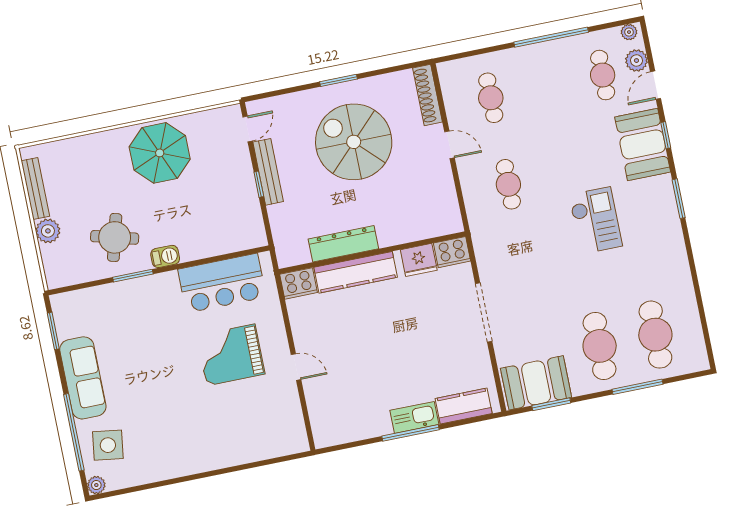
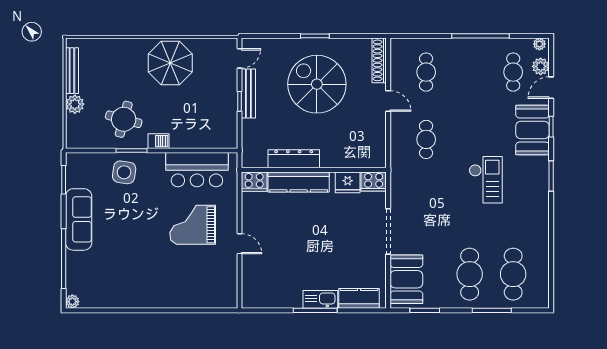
booth: (536, 383) -> (406, 279), moved, turned 90
side table: (108, 445) -> (124, 172), moved

